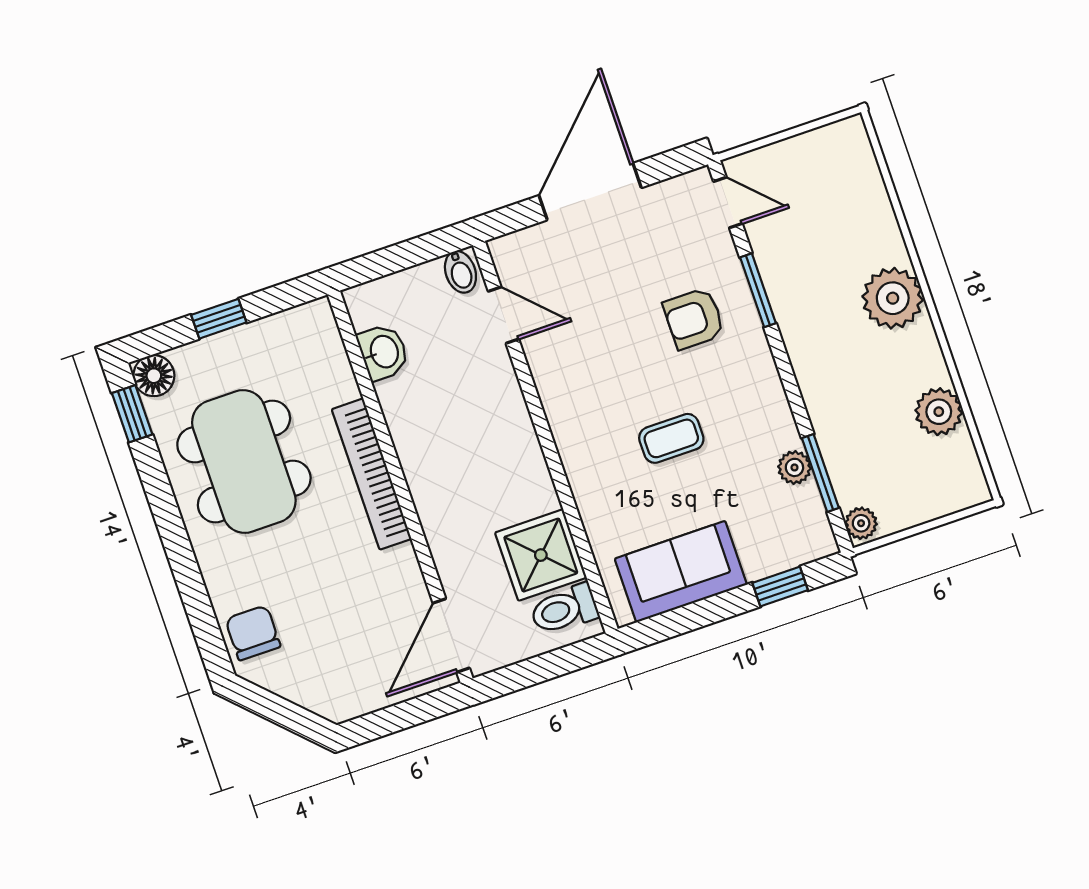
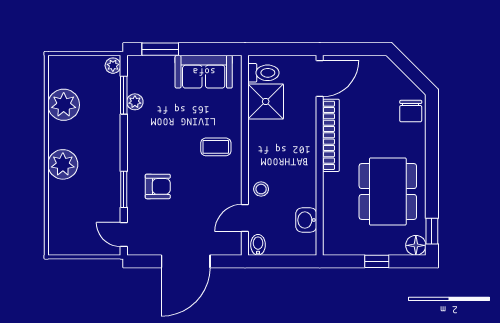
door: (504, 315) -> (245, 218), hinge flipped
stool: (492, 382) -> (261, 189), added
plant: (939, 412) -> (64, 105), width x1.36, depth x1.36
coffee table: (671, 438) -> (216, 147), moved
bookcase: (371, 474) -> (331, 135), moved
window: (780, 587) -> (160, 49), width x1.50

